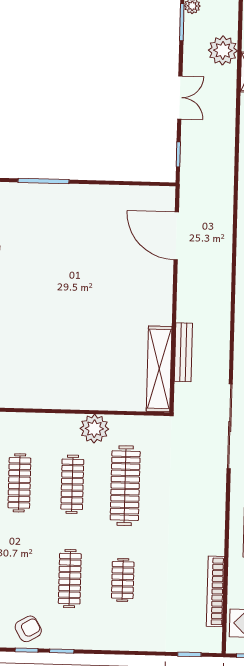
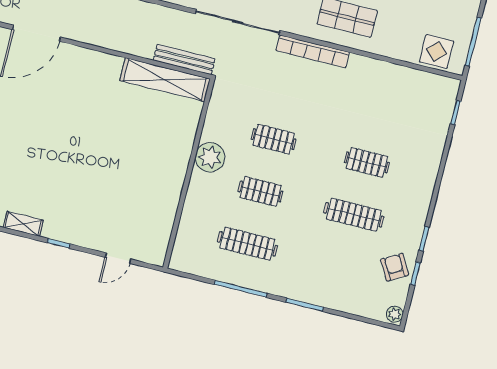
bench: (183, 352) -> (184, 59), moved
clothes rail: (72, 484) -> (261, 191), width x0.73
clothes rail: (125, 486) -> (274, 139), width x0.54, depth x0.76
bookcase: (215, 591) -> (313, 51), moved

